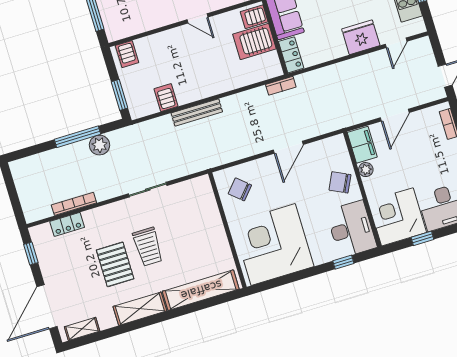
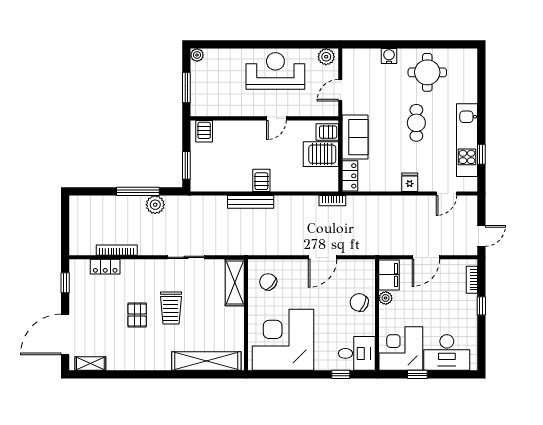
door: (197, 18) -> (276, 118), hinge flipped
fridge: (361, 37) -> (410, 182), width x0.53, depth x0.75
server rack: (166, 98) -> (261, 180), moved
desk: (351, 229) -> (357, 353), width x0.73
pallet: (115, 264) -> (137, 315), width x0.67, depth x0.71
shelving: (140, 309) -> (235, 282), moved, turned 90

